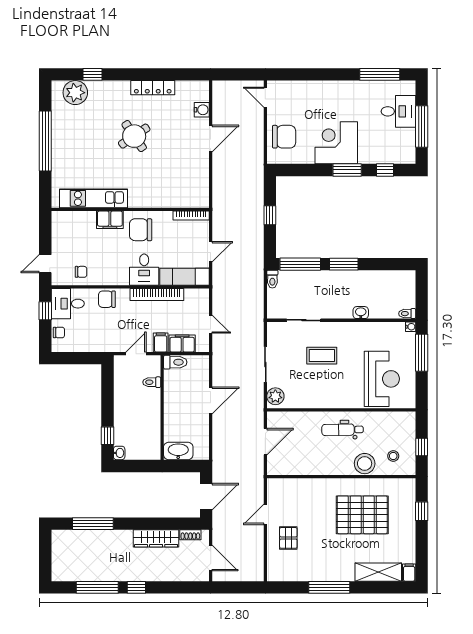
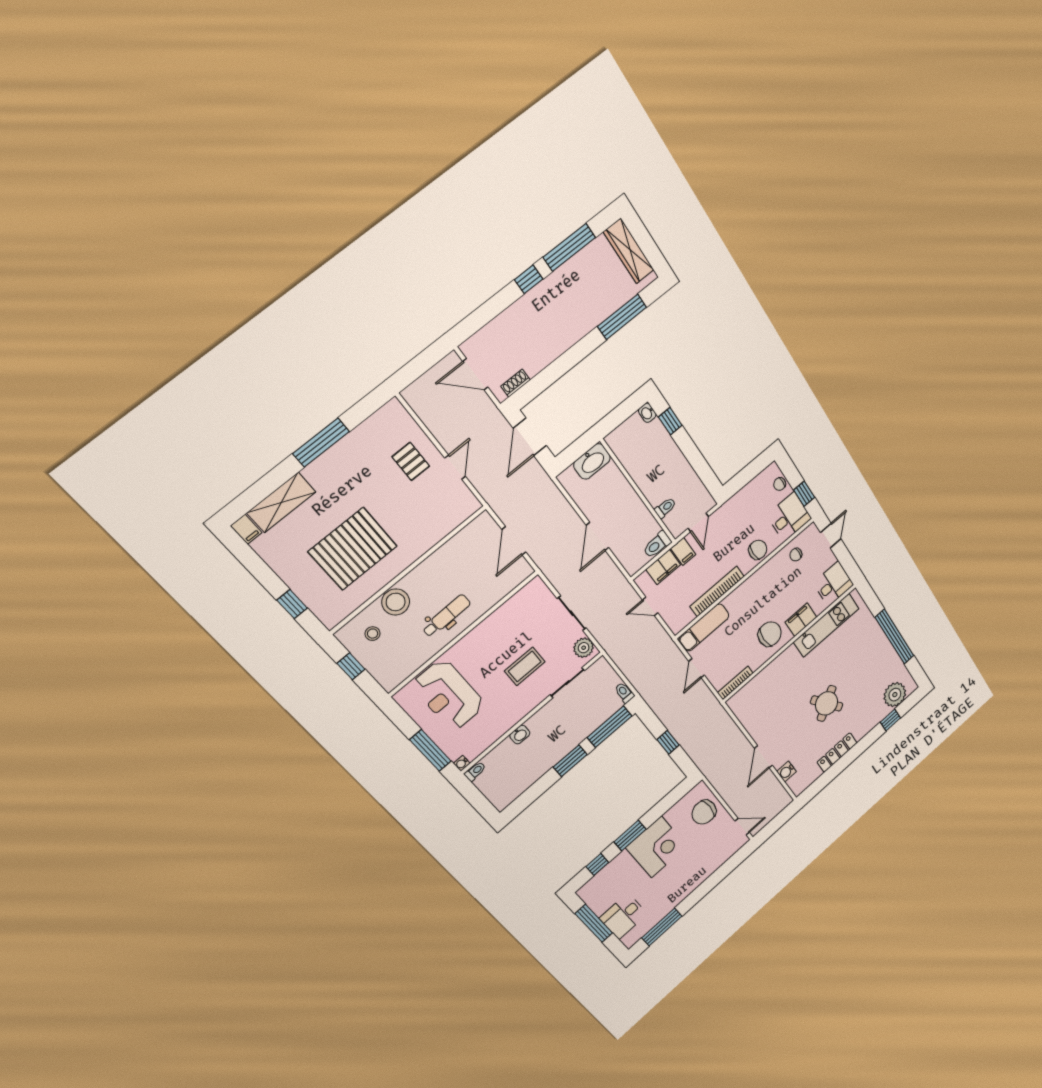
desk: (144, 270) -> (833, 584), moved, turned 90
plant: (275, 396) -> (584, 648), moved
wardrobe: (156, 538) -> (629, 251), moved, turned -90

